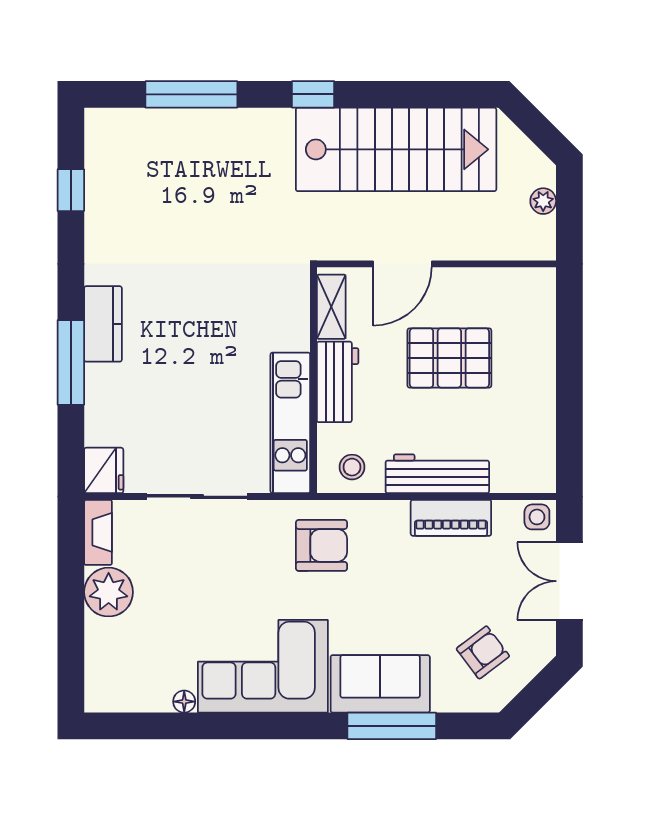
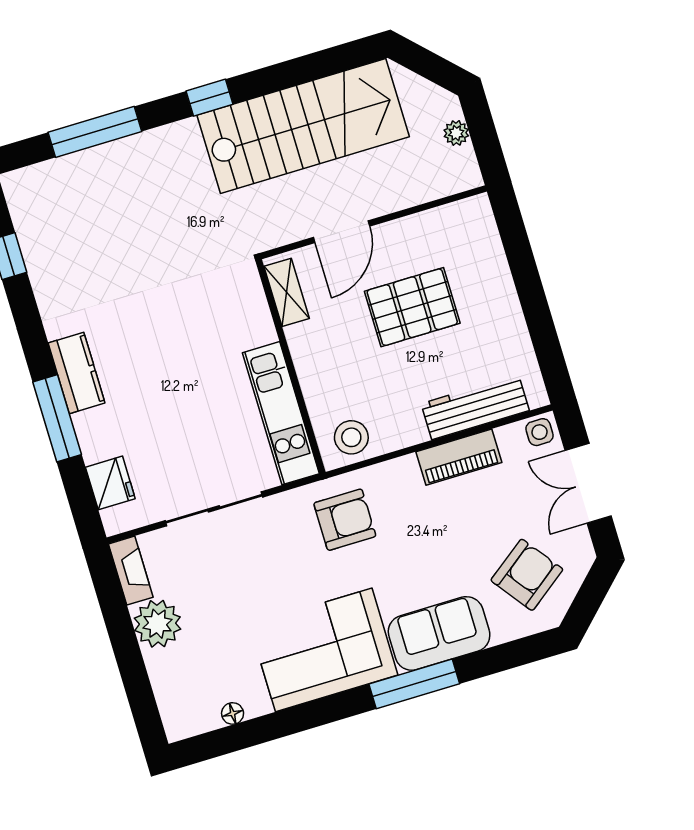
workbench: (338, 382) -> (314, 361), removed
stool: (352, 467) -> (351, 437), width x1.37, depth x1.37
fridge: (104, 470) -> (110, 483), moved
workbench: (437, 474) -> (475, 407), moved
armchair: (483, 652) -> (527, 575), width x1.38, depth x1.38
floor lamp: (184, 702) -> (233, 713), moved
window: (392, 726) -> (414, 684), moved

